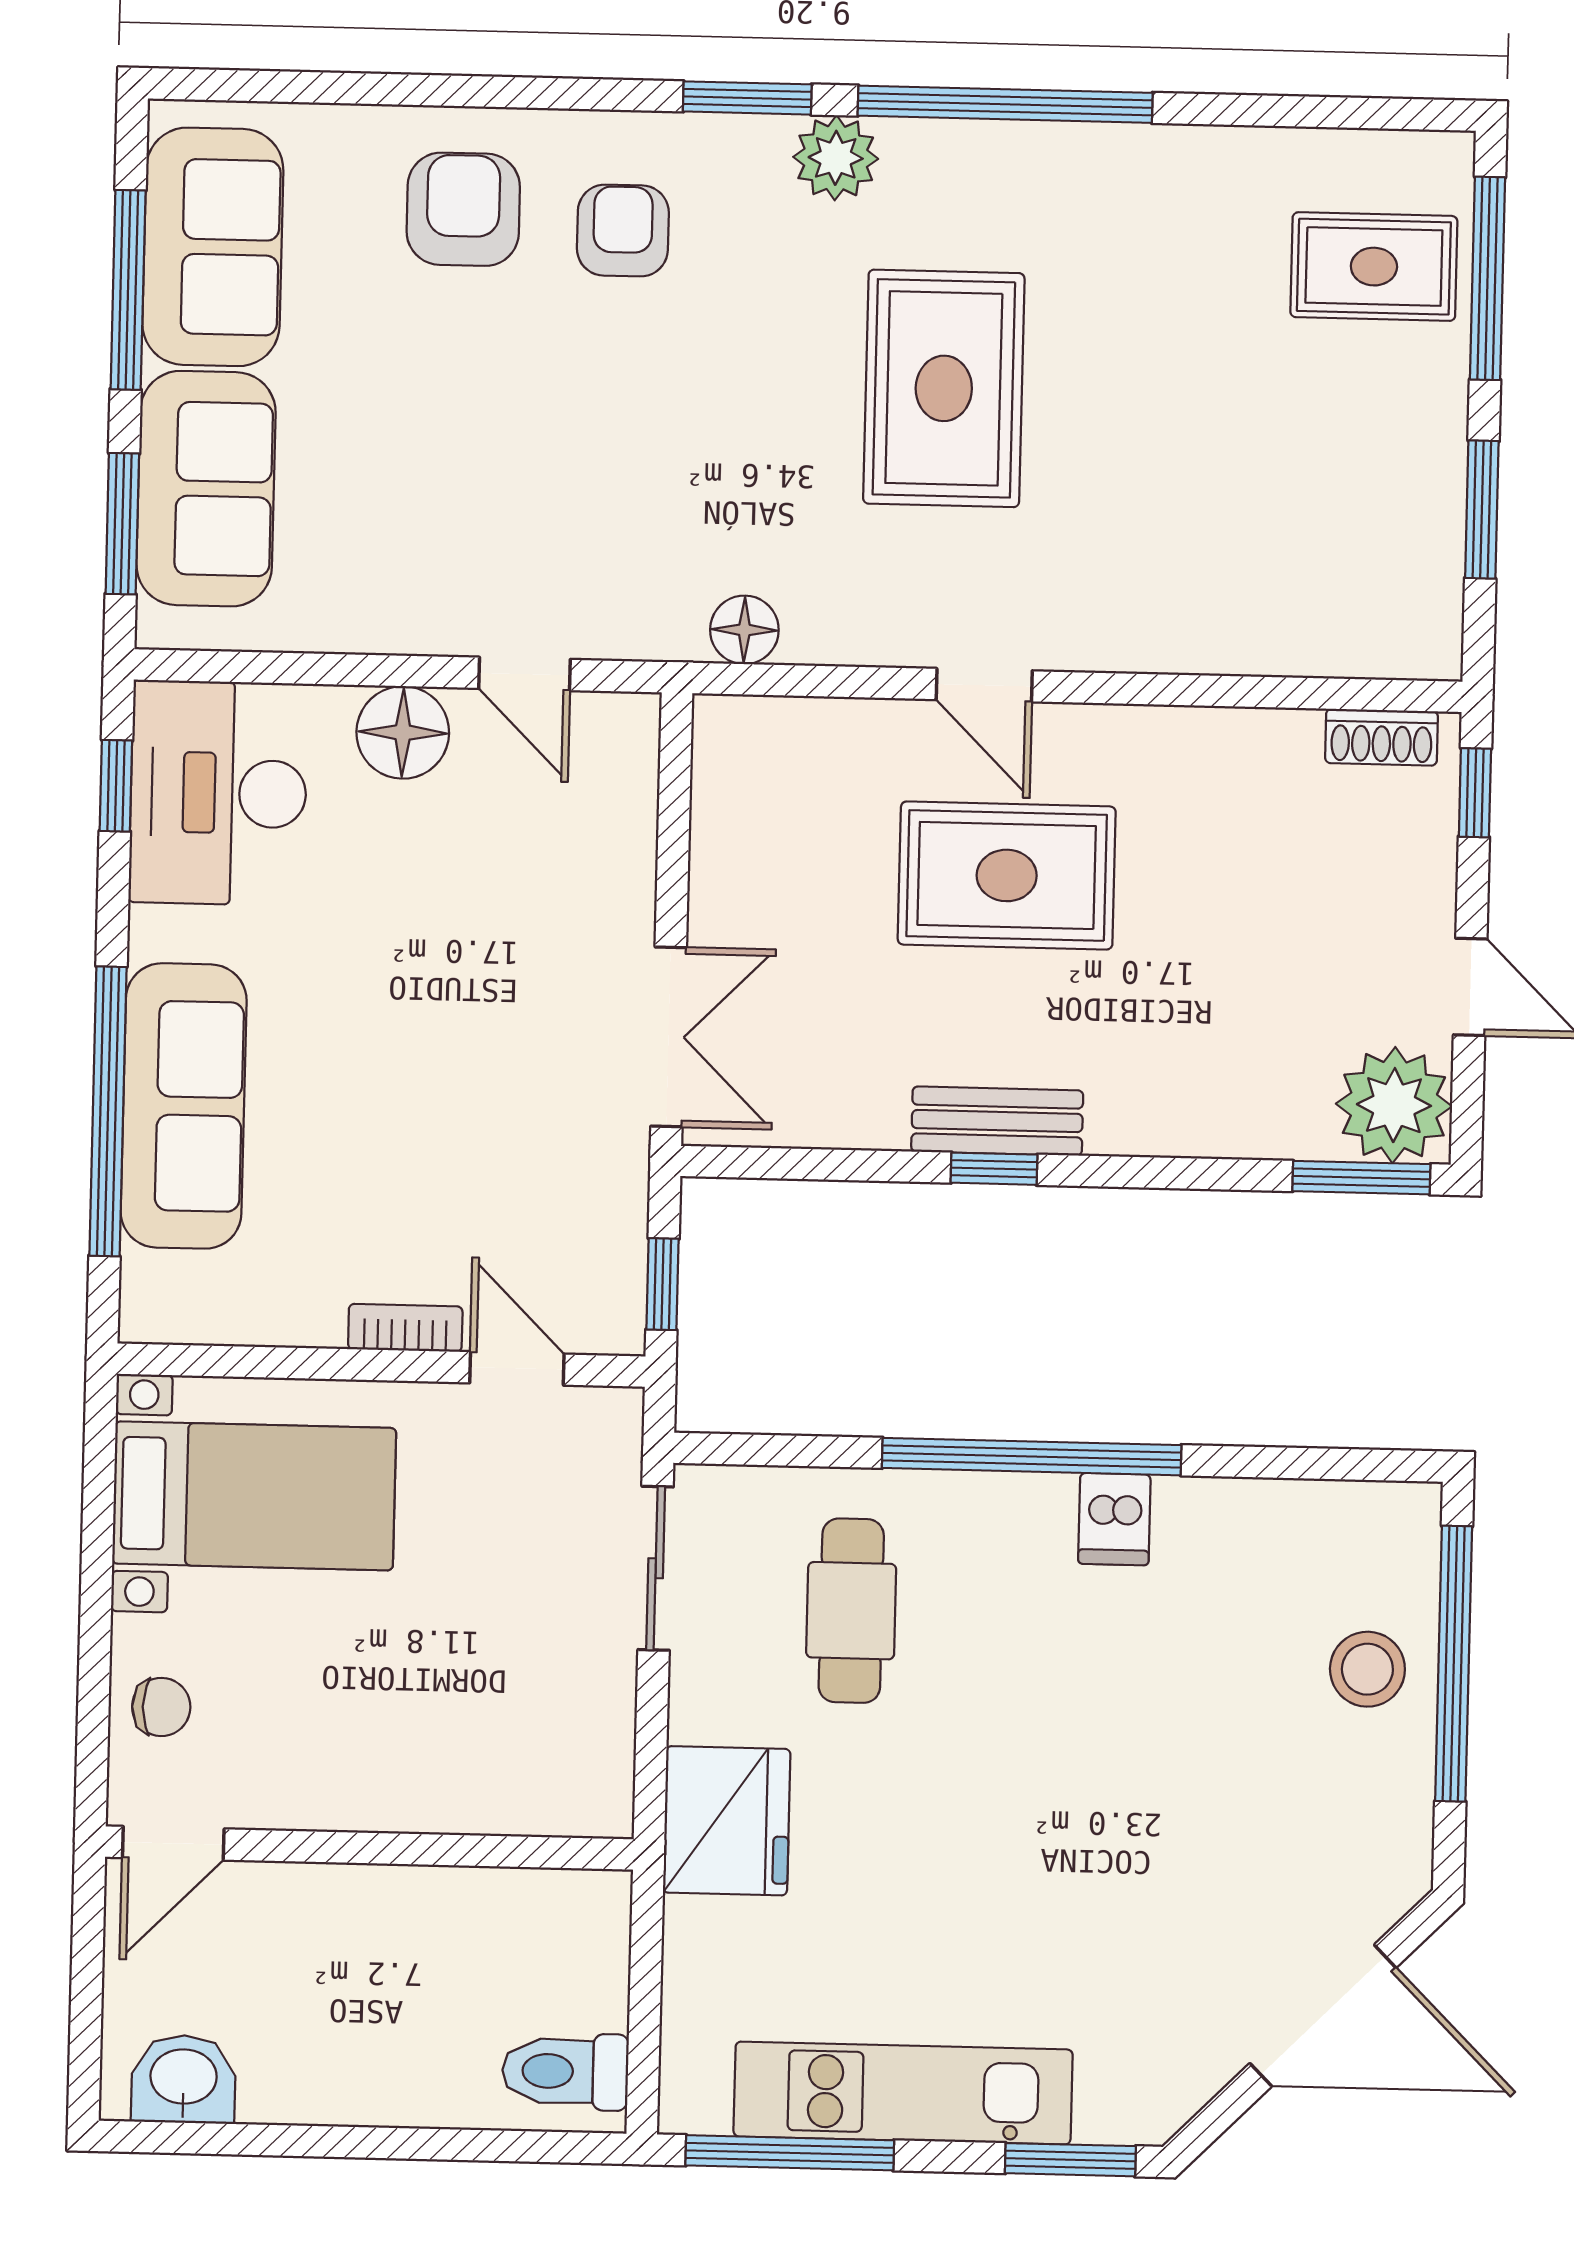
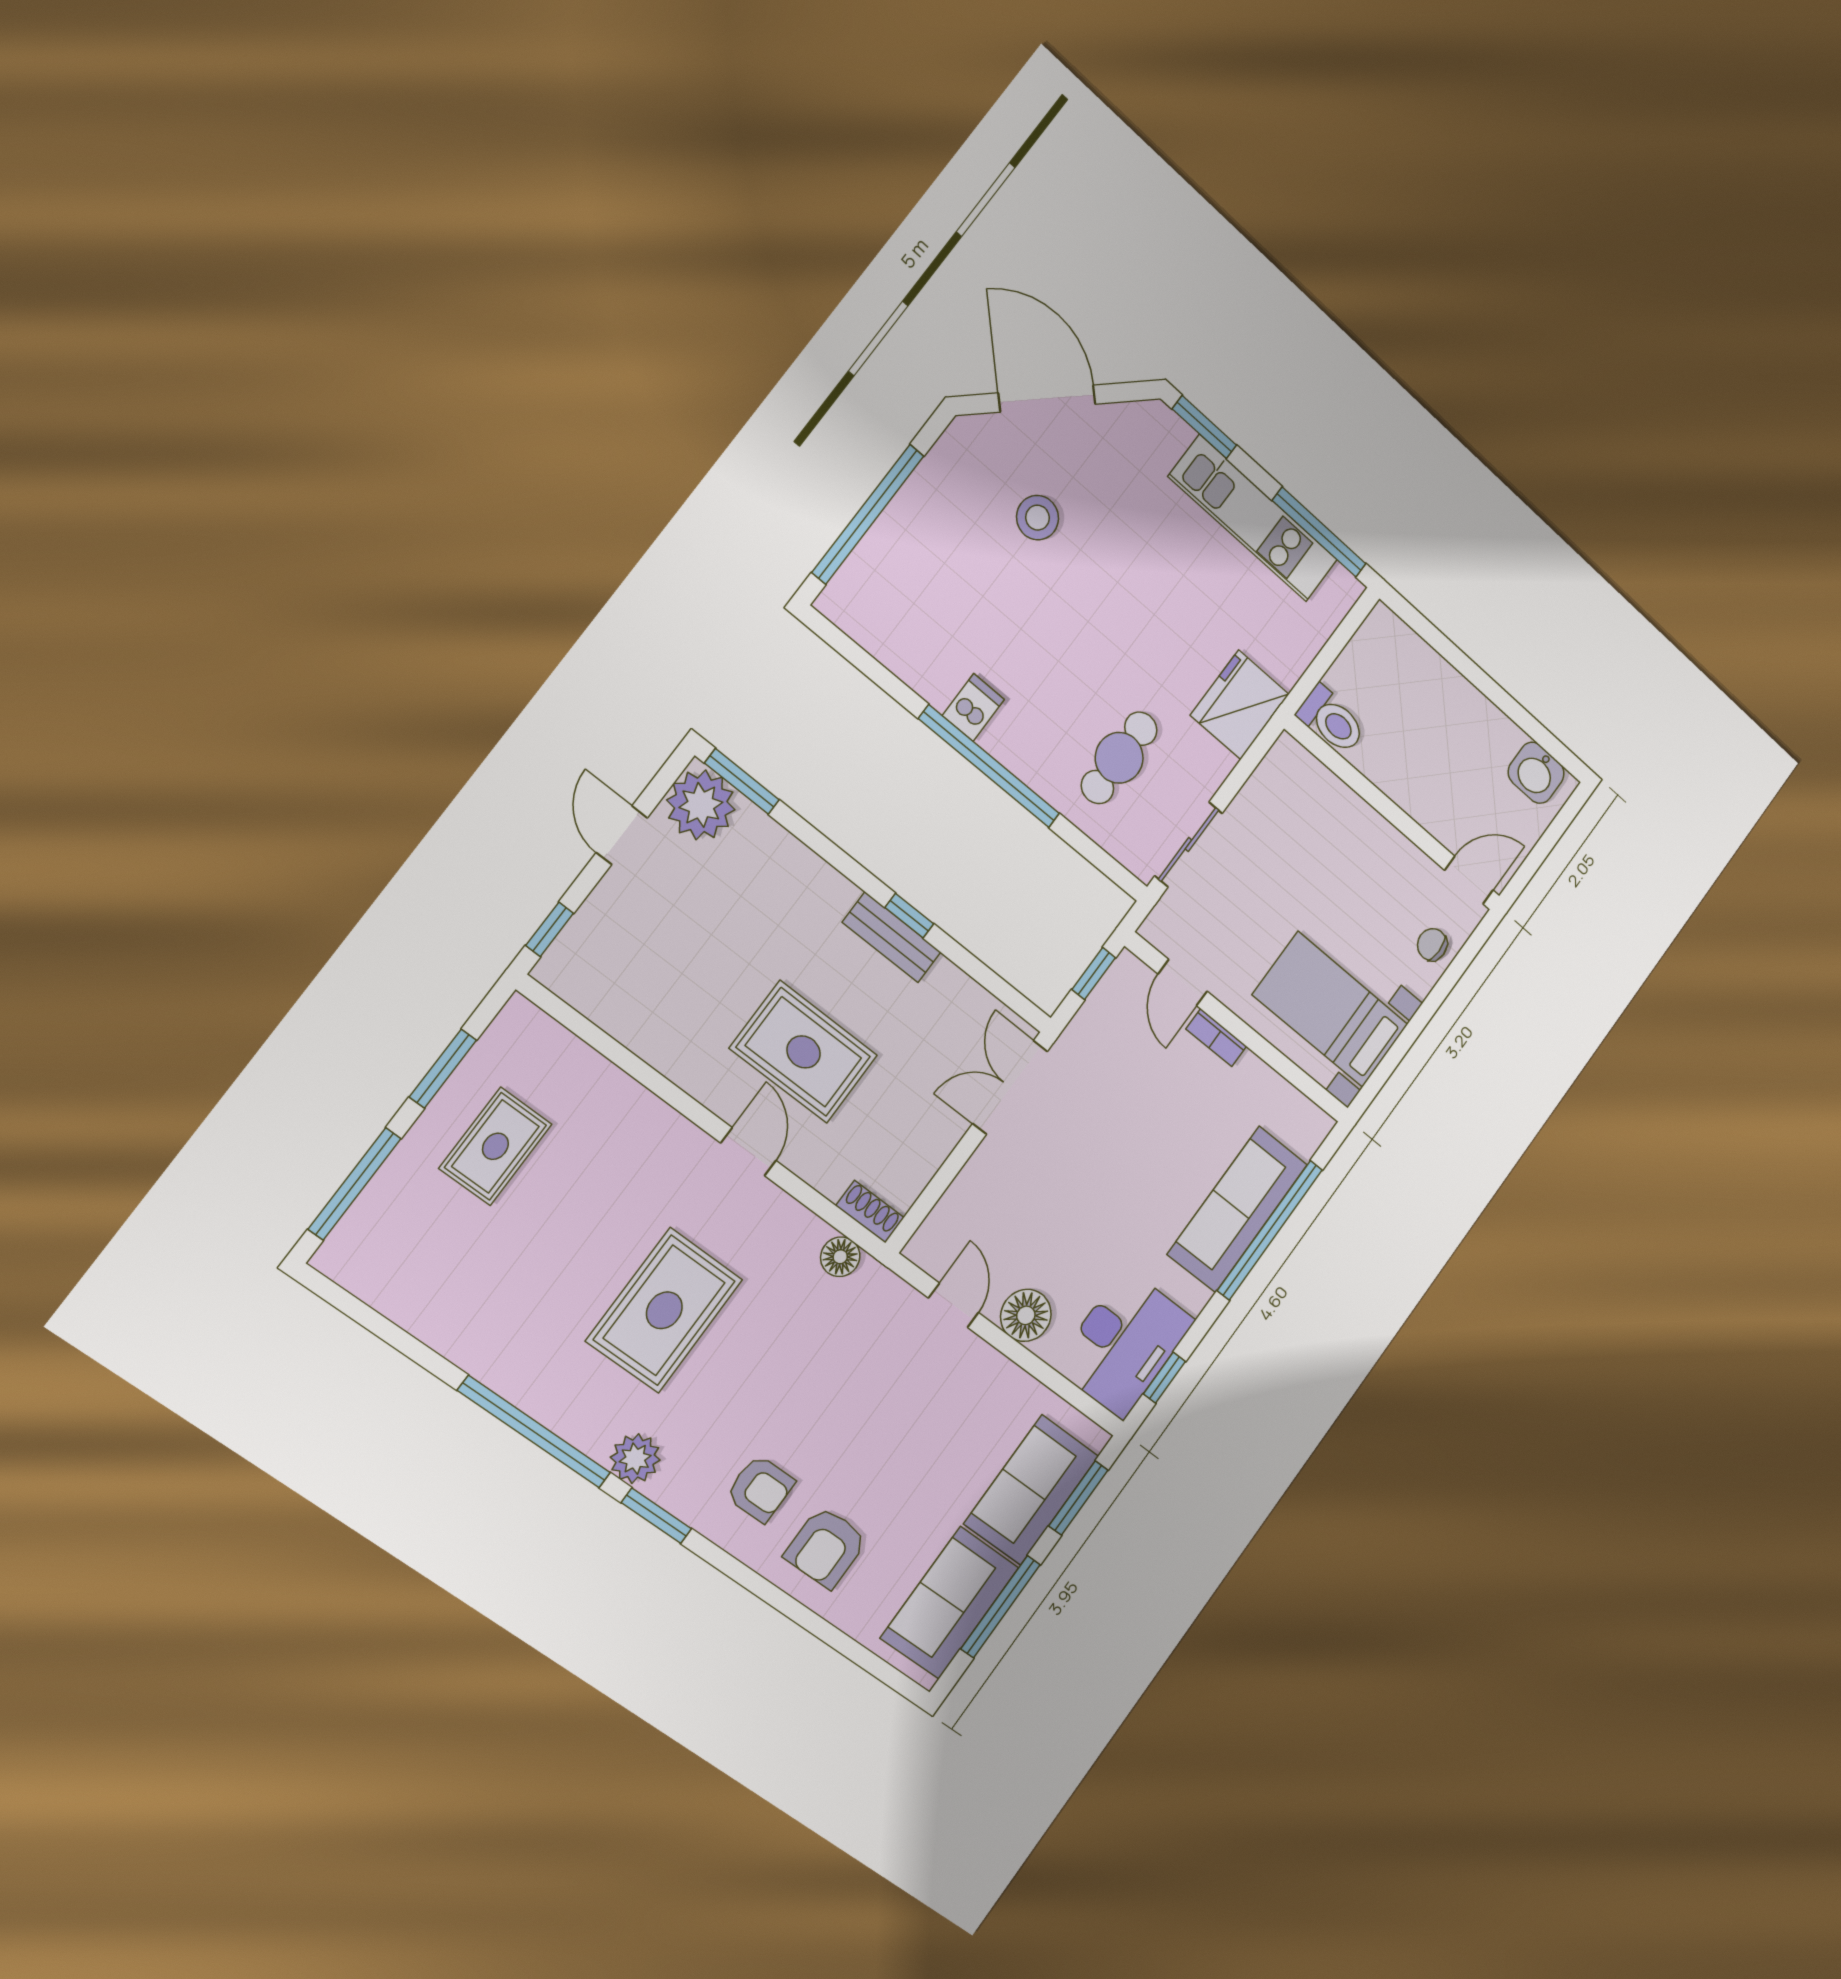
armchair: (623, 231) -> (760, 1489), turned -90
rug: (1374, 267) -> (495, 1146), moved, turned 90
shoe rack: (1382, 737) -> (870, 1212), moved
stool: (1367, 1669) -> (1038, 518), moved
toilet: (565, 2071) -> (1331, 720), moved

